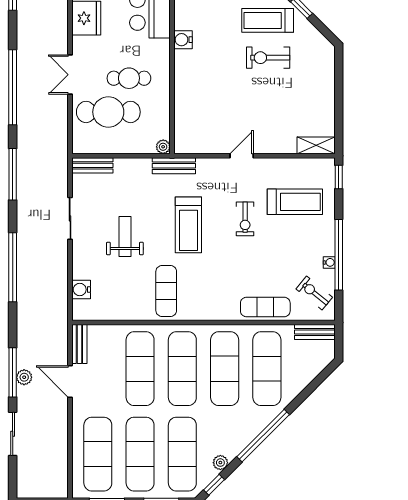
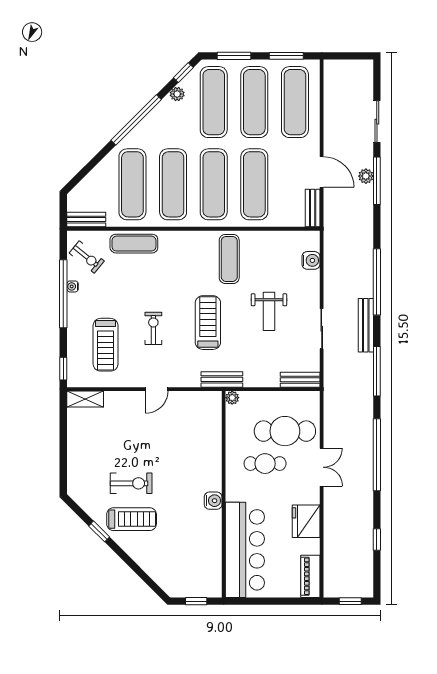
treadmill: (295, 202) -> (106, 345), turned -90
bench: (24, 222) -> (366, 325), added

